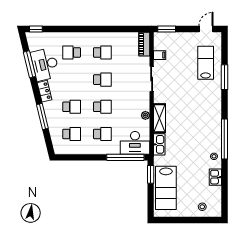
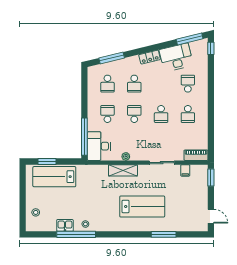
lab bench: (206, 63) -> (142, 206), moved, width x1.36, depth x1.39
window: (30, 64) -> (190, 39), moved
school desk: (102, 107) -> (134, 114), turned 180
window: (42, 116) -> (112, 58), moved
school desk: (102, 134) -> (107, 114), turned 180
window: (224, 139) -> (76, 234), moved
kitchen sink: (159, 144) -> (97, 170), removed
window: (151, 174) -> (47, 162), moved

